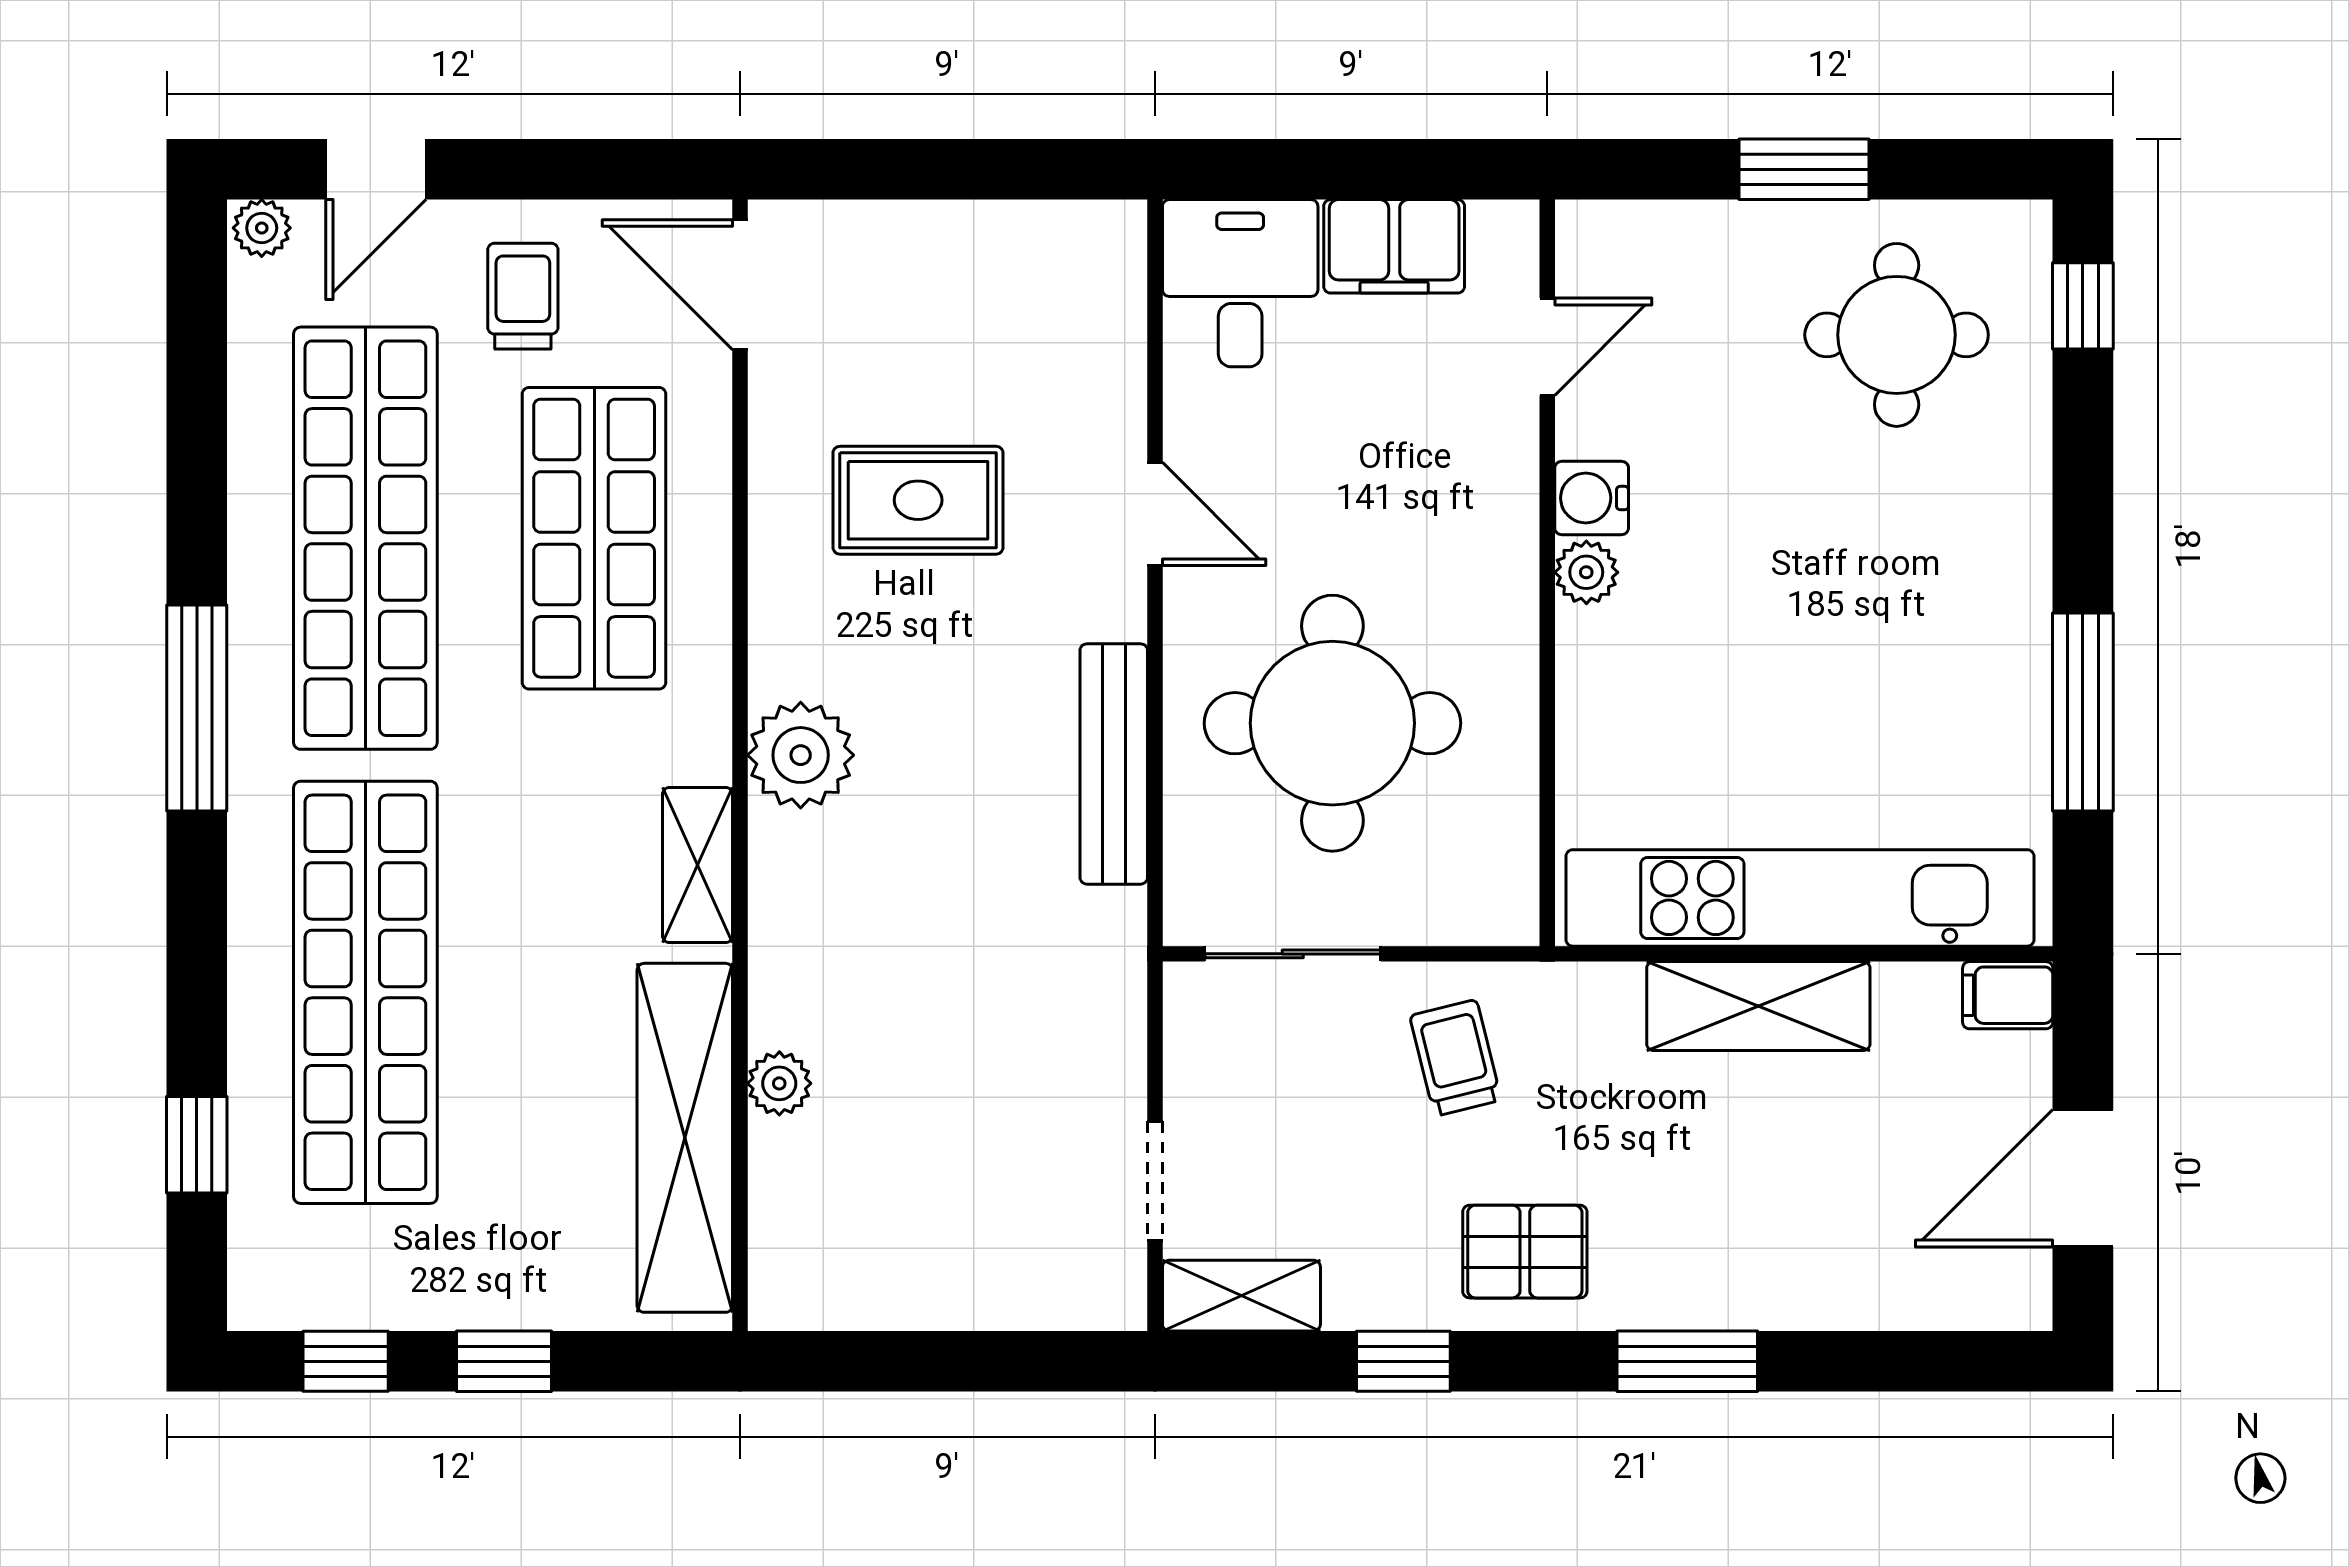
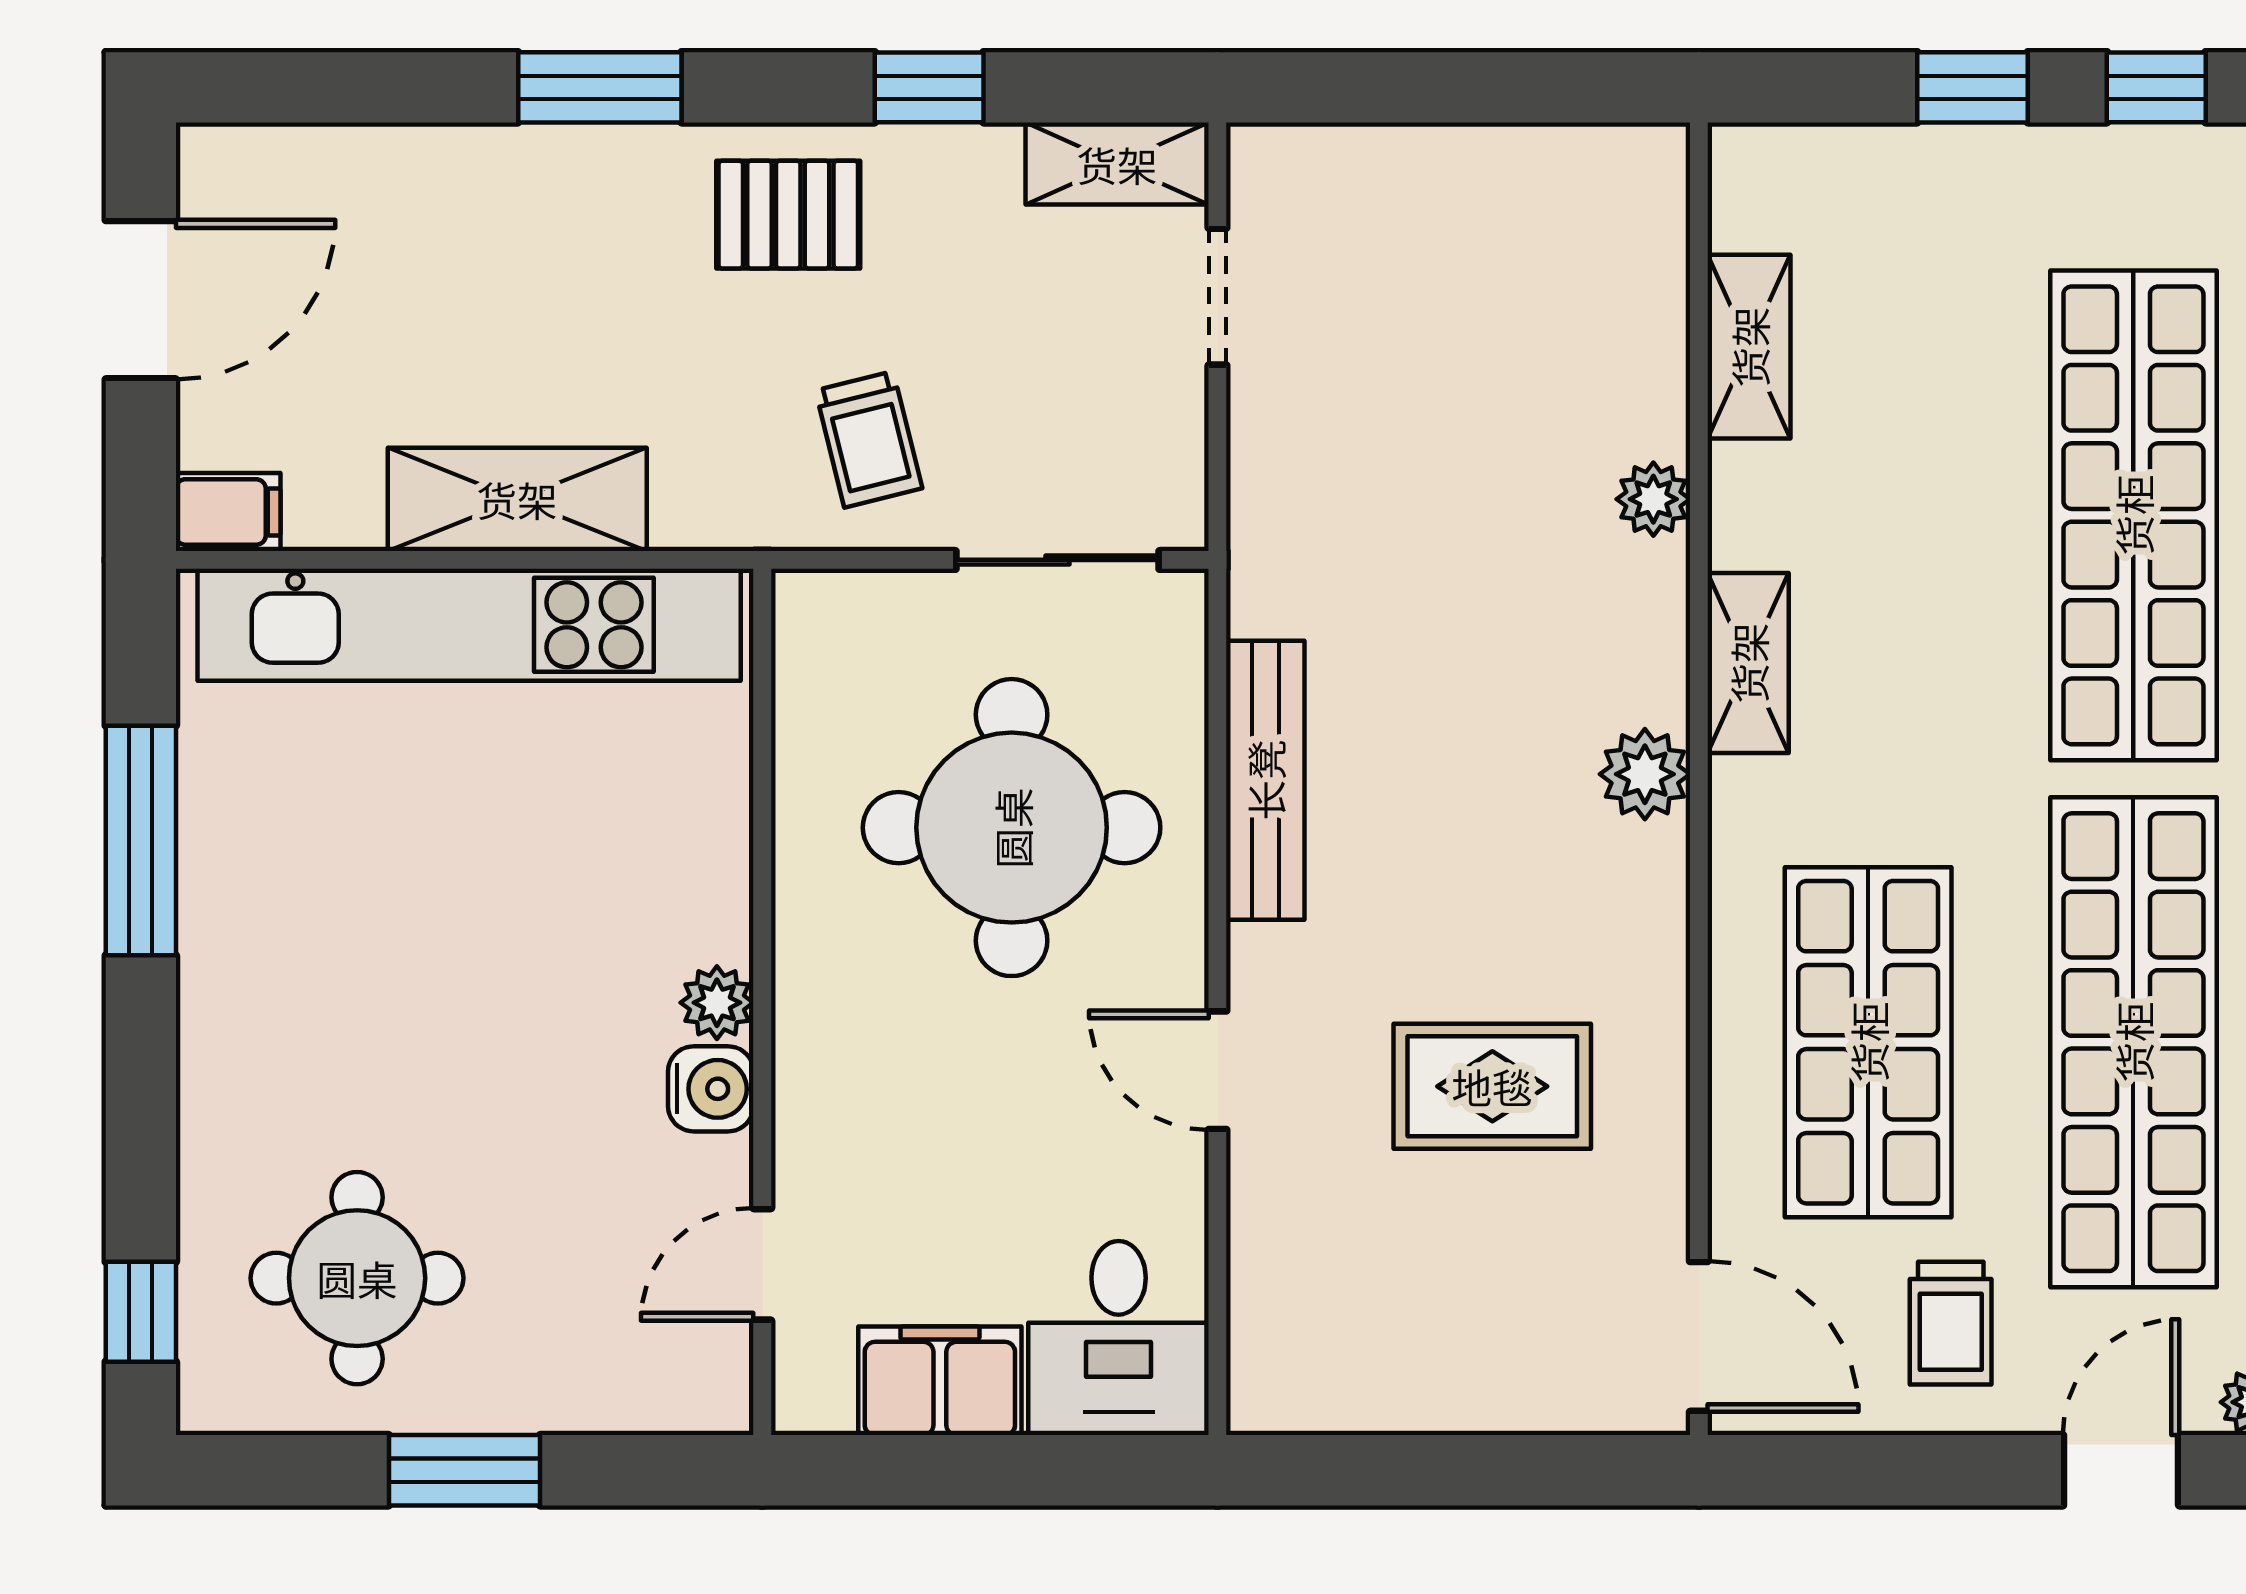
plant: (801, 755) -> (1645, 774), width x0.73, depth x0.73
plant: (779, 1083) -> (1653, 499), moved
shelving: (685, 1138) -> (1749, 347), width x0.45, depth x0.75

